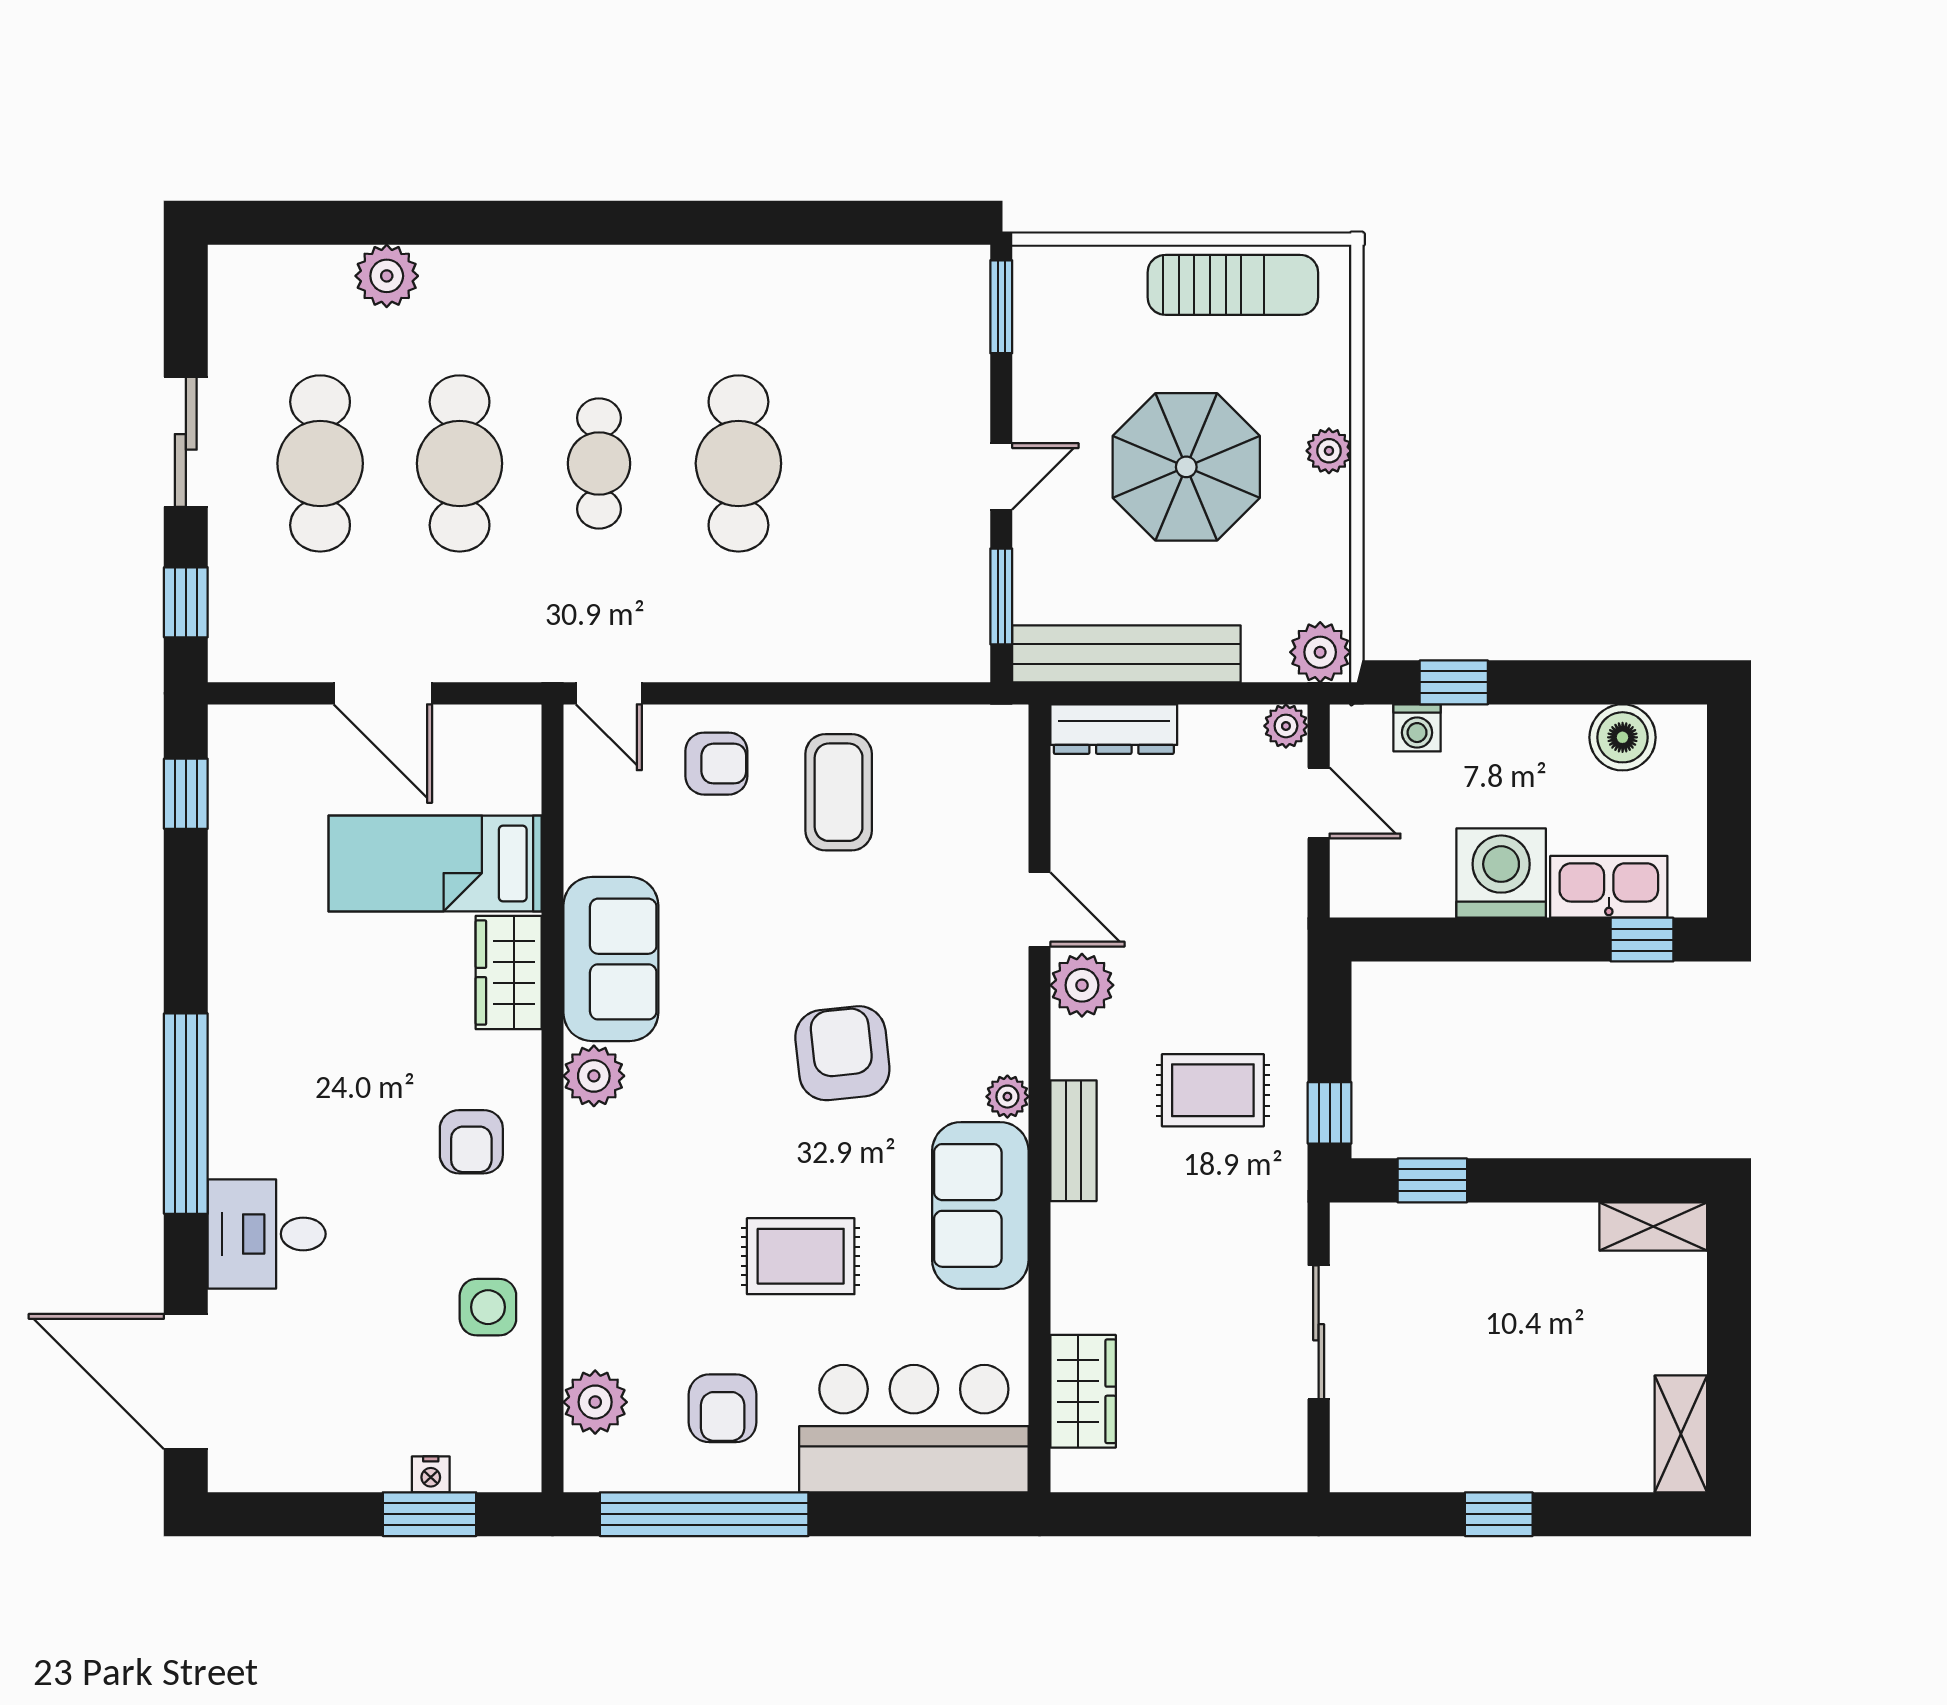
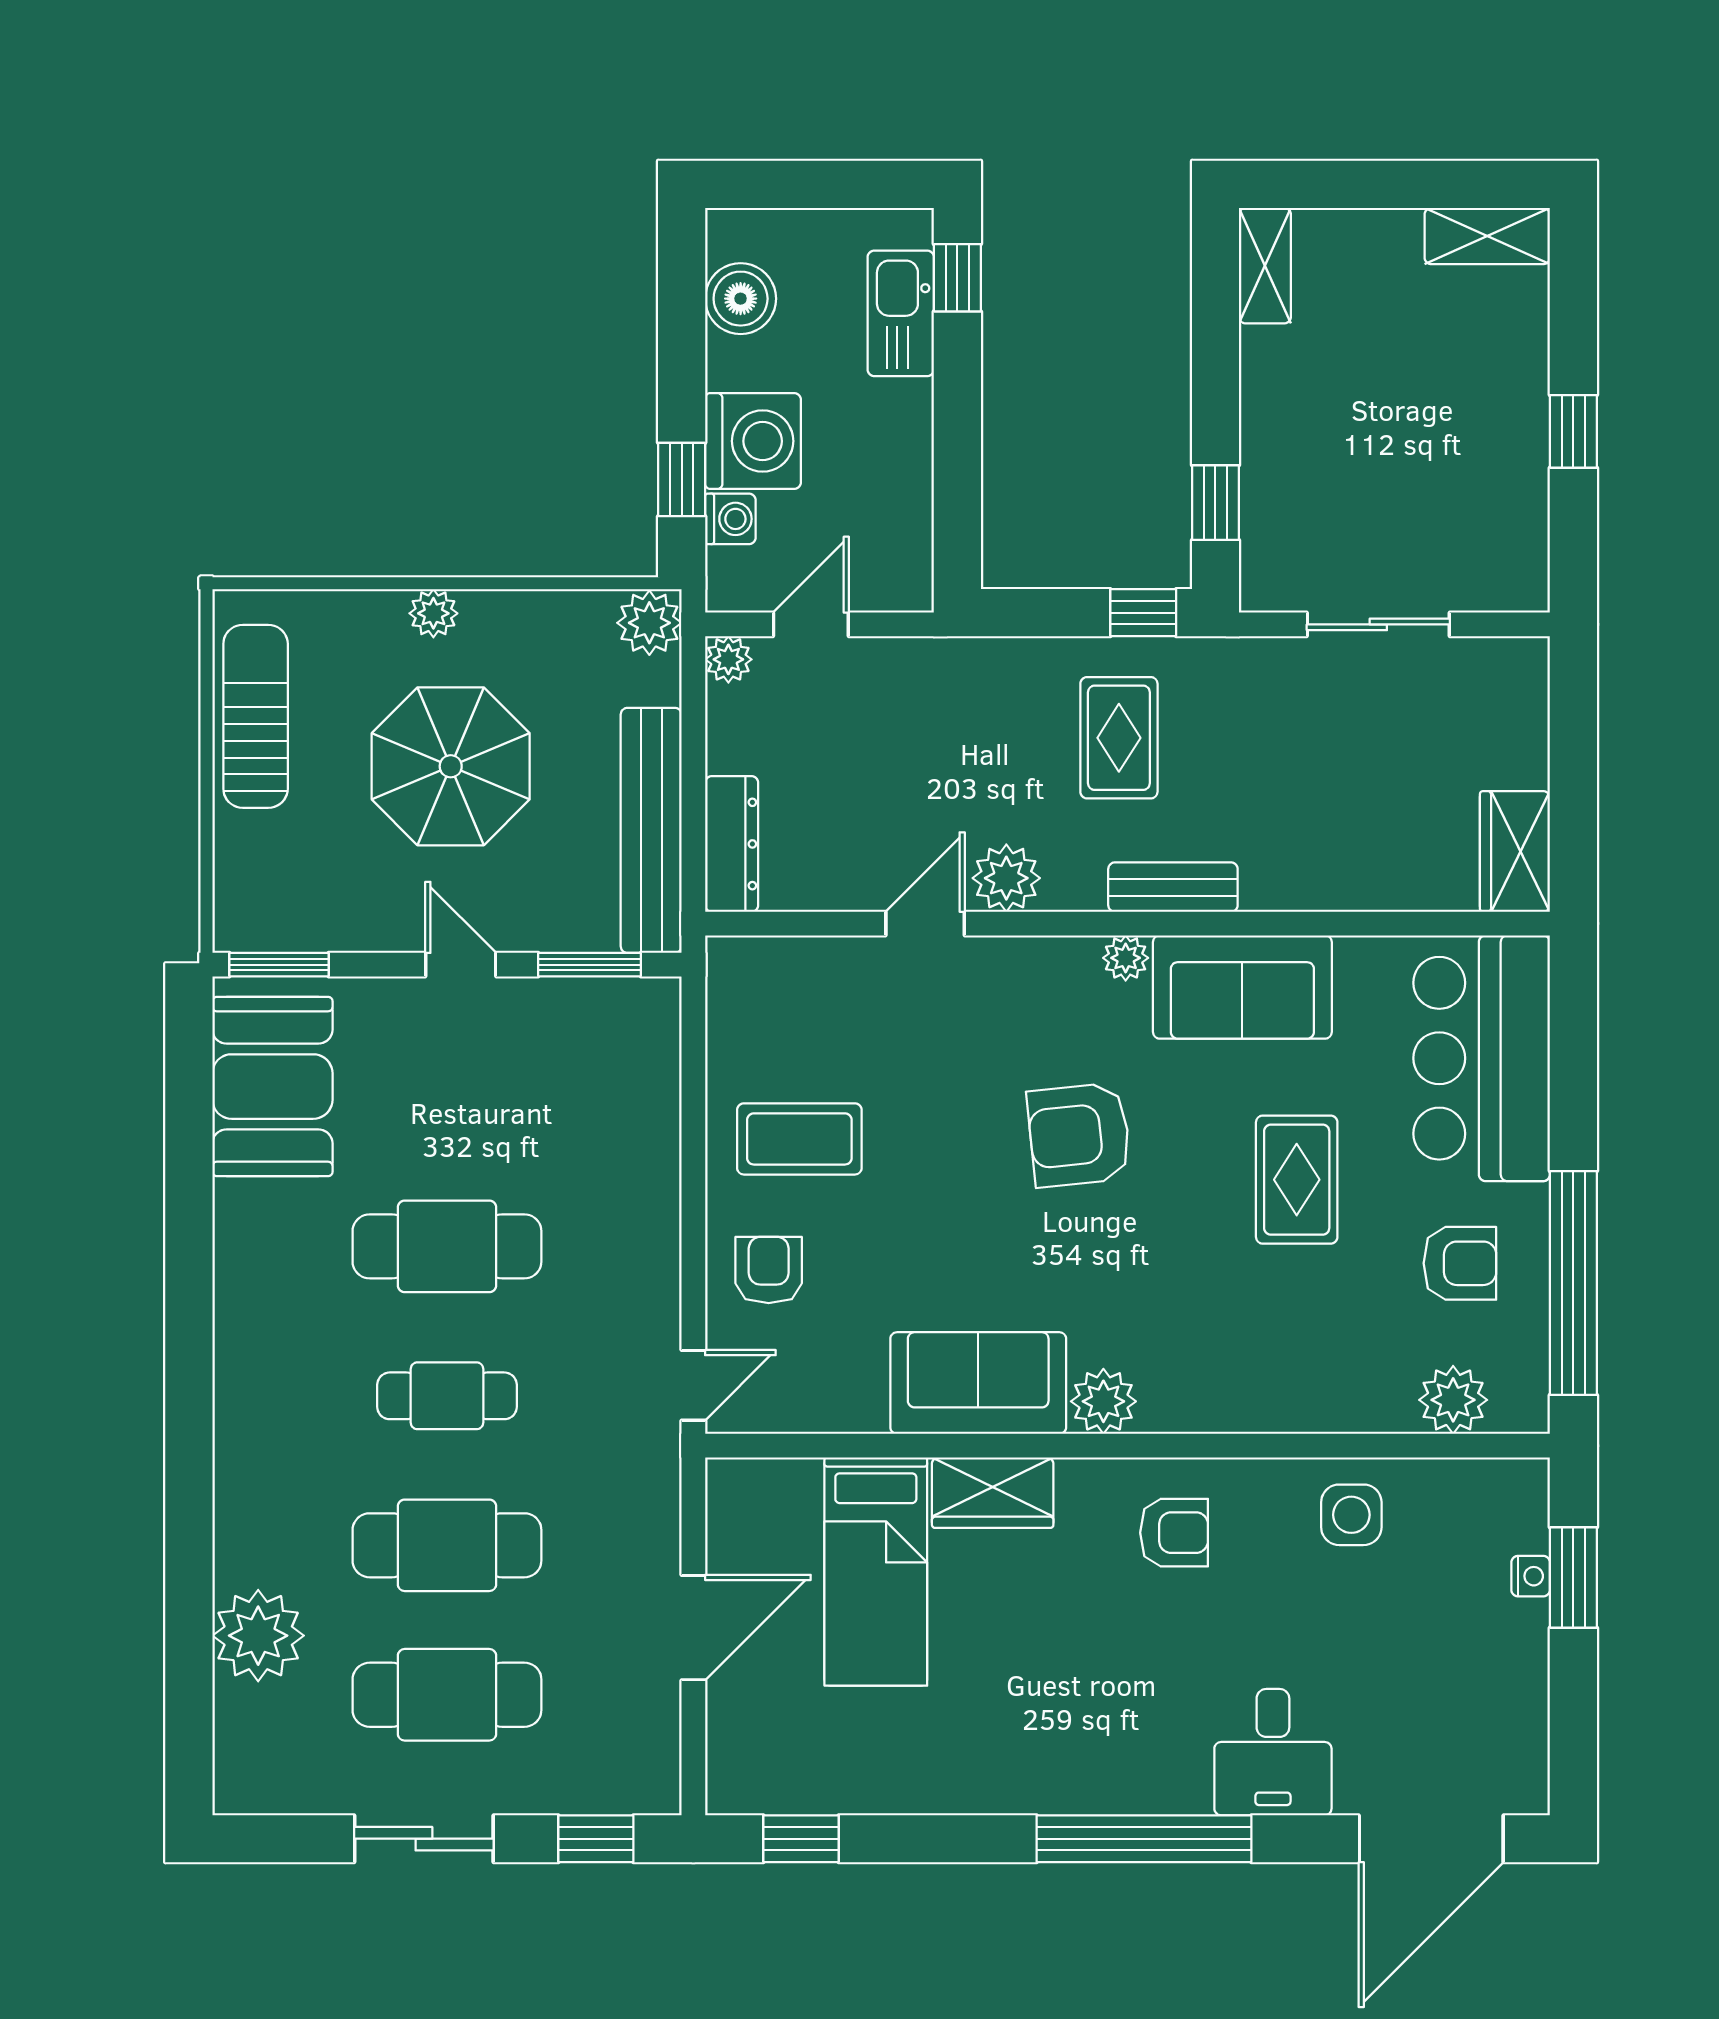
plant: (387, 276) -> (258, 1636), width x1.36, depth x1.36
booth: (888, 301) -> (272, 1087), added
washing machine: (1501, 873) -> (753, 441), moved, turned 180
wardrobe: (1083, 1391) -> (1515, 851), moved, turned -90

